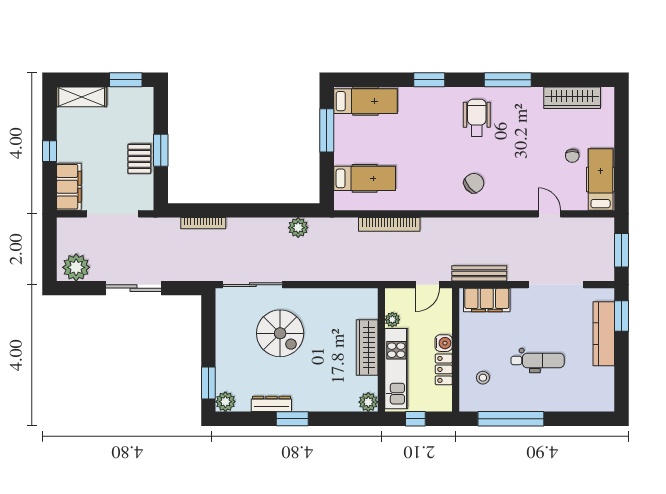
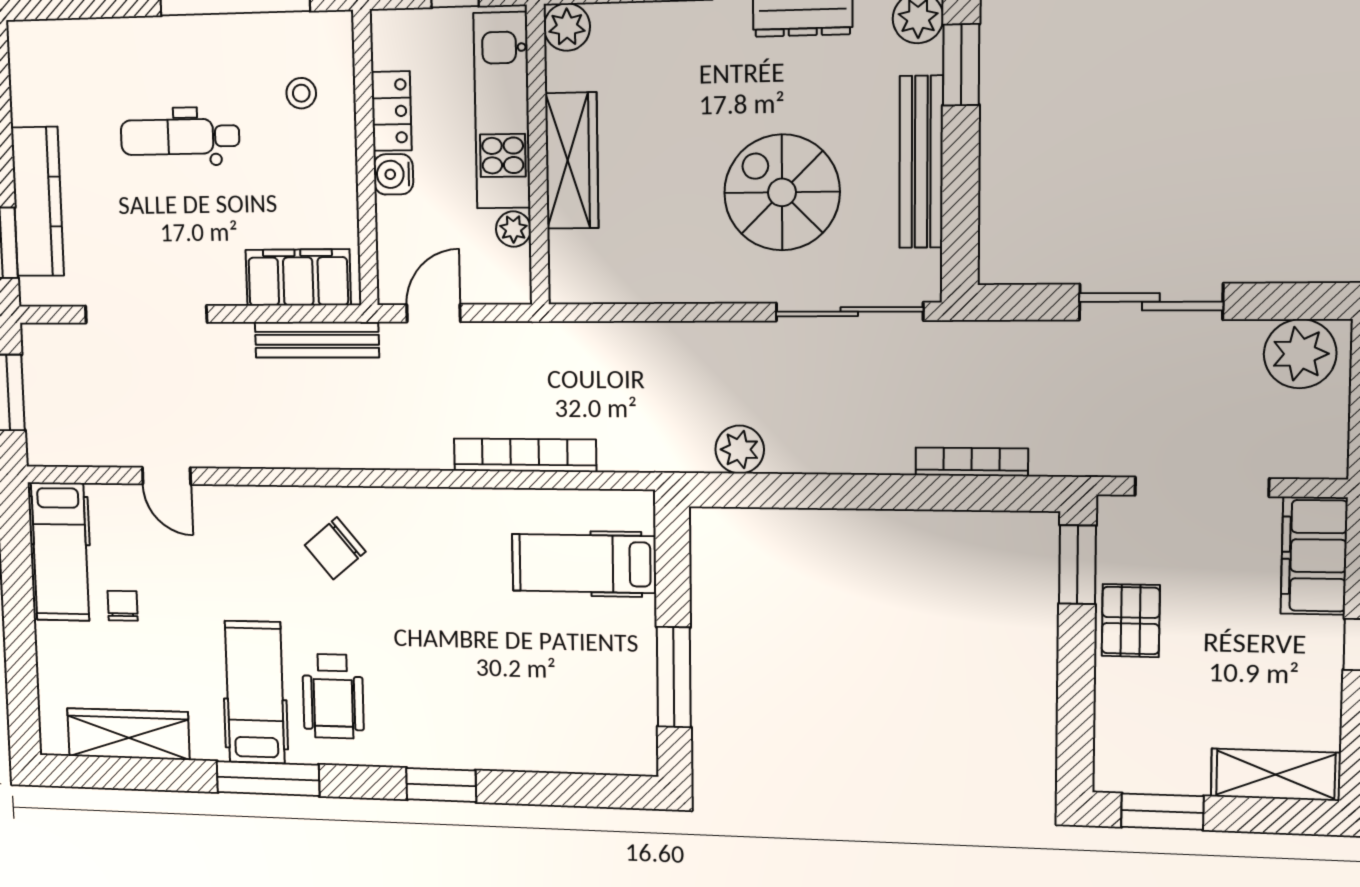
hospital bed: (365, 101) -> (255, 692), moved, turned 90
window: (161, 150) -> (1077, 565), moved
bench: (224, 345) -> (921, 162), added

